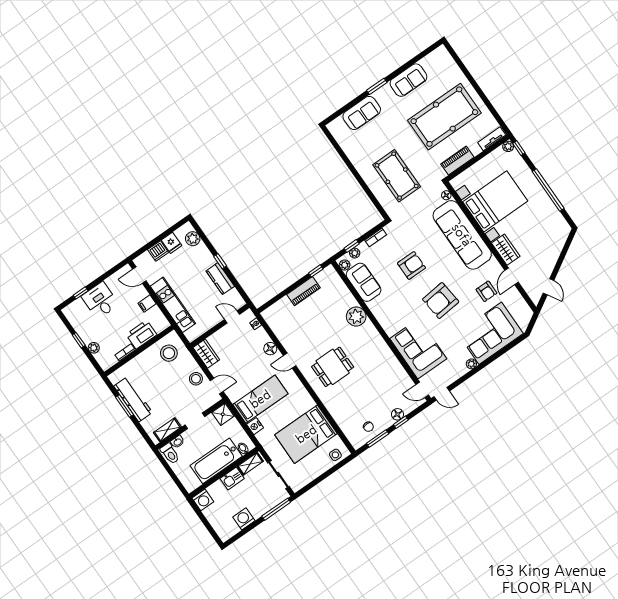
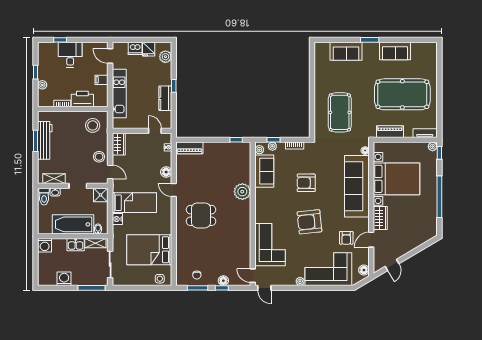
armchair: (411, 265) -> (306, 183), turned 180
piano: (304, 291) -> (189, 148), moved
floor lamp: (525, 310) -> (364, 270), added

